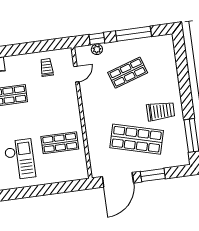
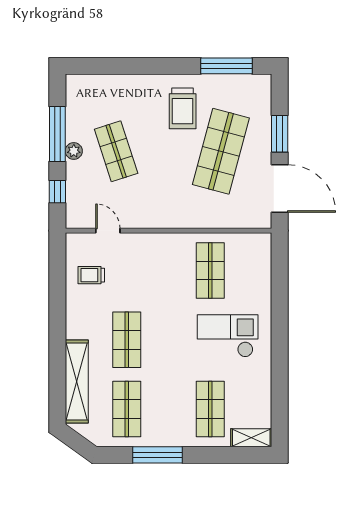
plant: (97, 49) -> (74, 151), moved
trolley: (161, 111) -> (183, 108), turned 180

